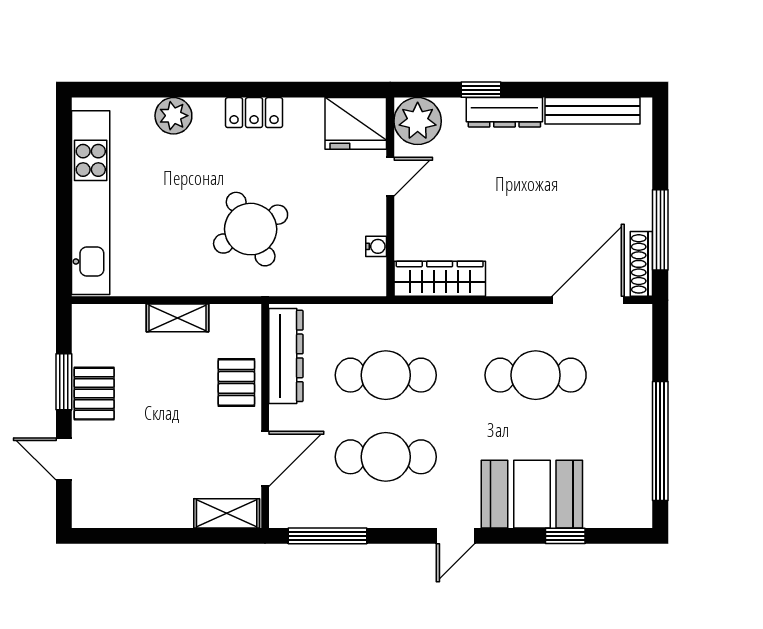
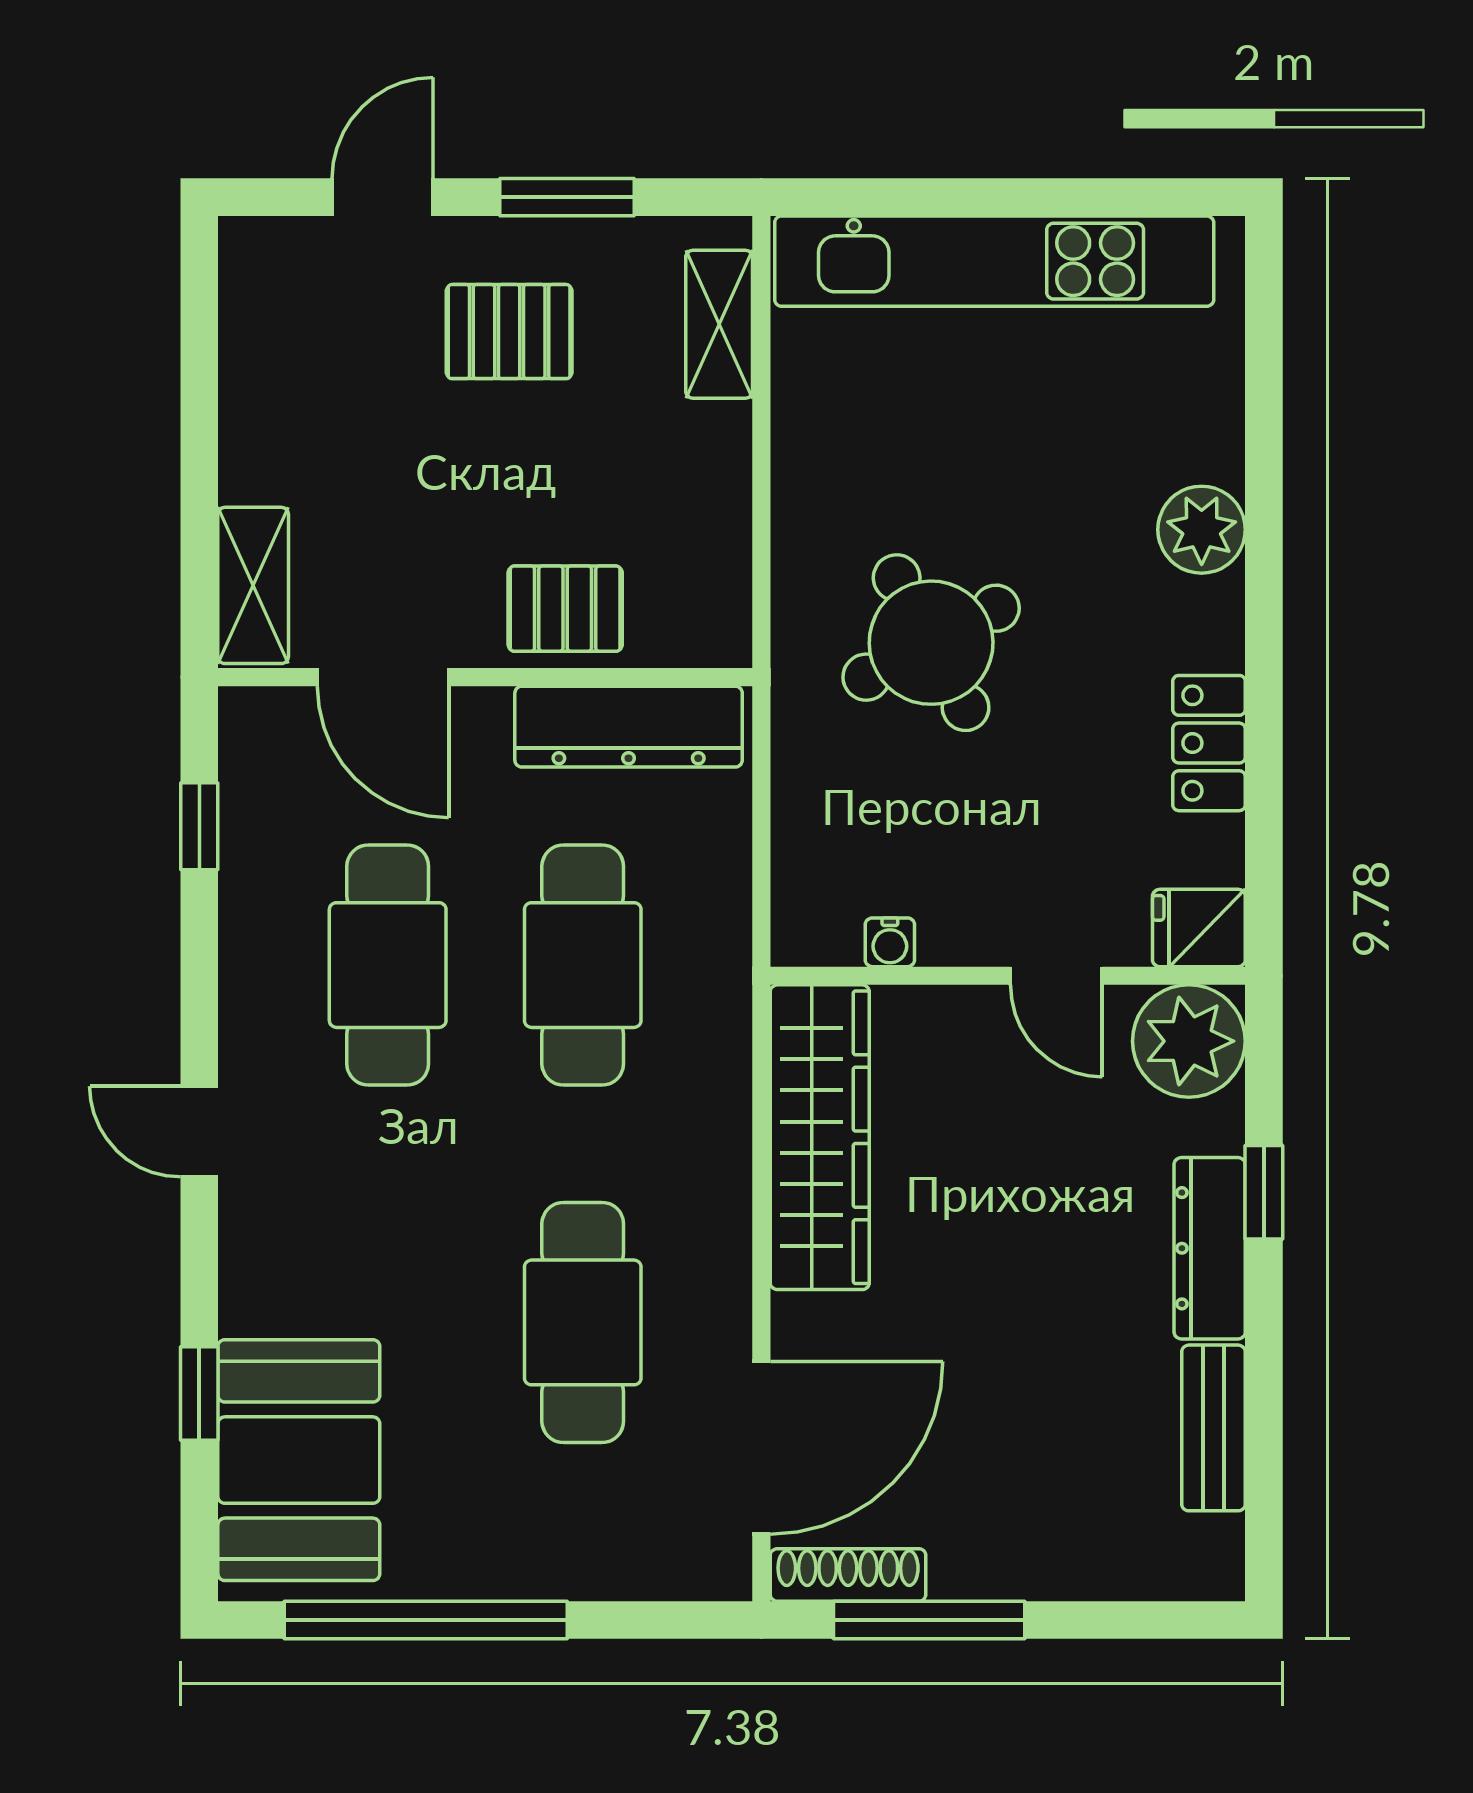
bench: (592, 111) -> (1213, 1428), width x0.73
locker: (254, 113) -> (1209, 743), moved
plant: (173, 116) -> (1202, 530), moved
fridge: (356, 123) -> (1199, 928), width x0.53, depth x0.75
wardrobe: (440, 279) -> (820, 1137), width x1.40, depth x1.17
door: (588, 300) -> (761, 1448), hinge flipped
shelving: (177, 318) -> (719, 324), moved
pallet: (94, 394) -> (509, 332), moved
booth: (532, 494) -> (299, 1460), moved
window: (328, 536) -> (199, 826), width x0.46

